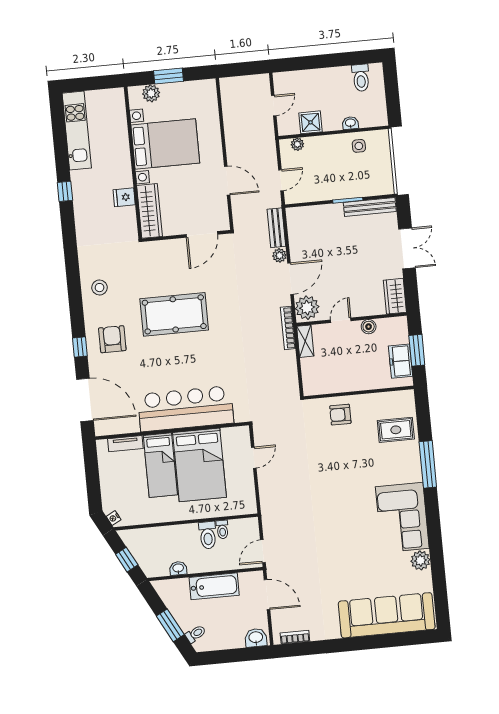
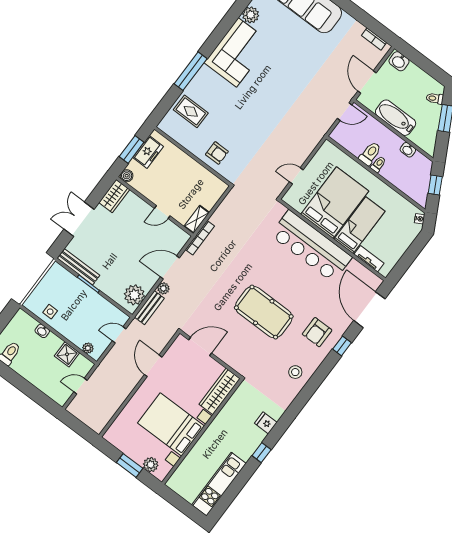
fridge: (124, 197) -> (266, 423), moved, turned 180
plant: (307, 308) -> (134, 295), moved
boiler: (369, 327) -> (127, 176), moved
toilet: (222, 529) -> (378, 164), moved

